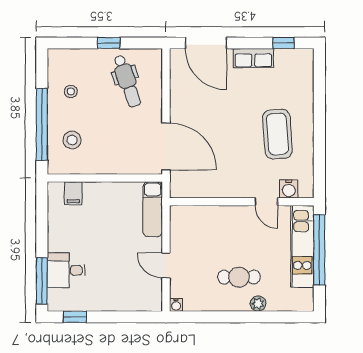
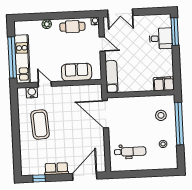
window: (109, 43) -> (142, 174), removed
door: (206, 43) -> (85, 176), hinge flipped
dental chair: (127, 81) -> (130, 152), turned 109
filing cabinet: (73, 193) -> (164, 84), width x2.00
sofa: (211, 220) -> (77, 72), added
cafe table: (239, 277) -> (72, 27), moved
window: (75, 317) -> (154, 11), removed
double door: (133, 317) -> (120, 13), added

